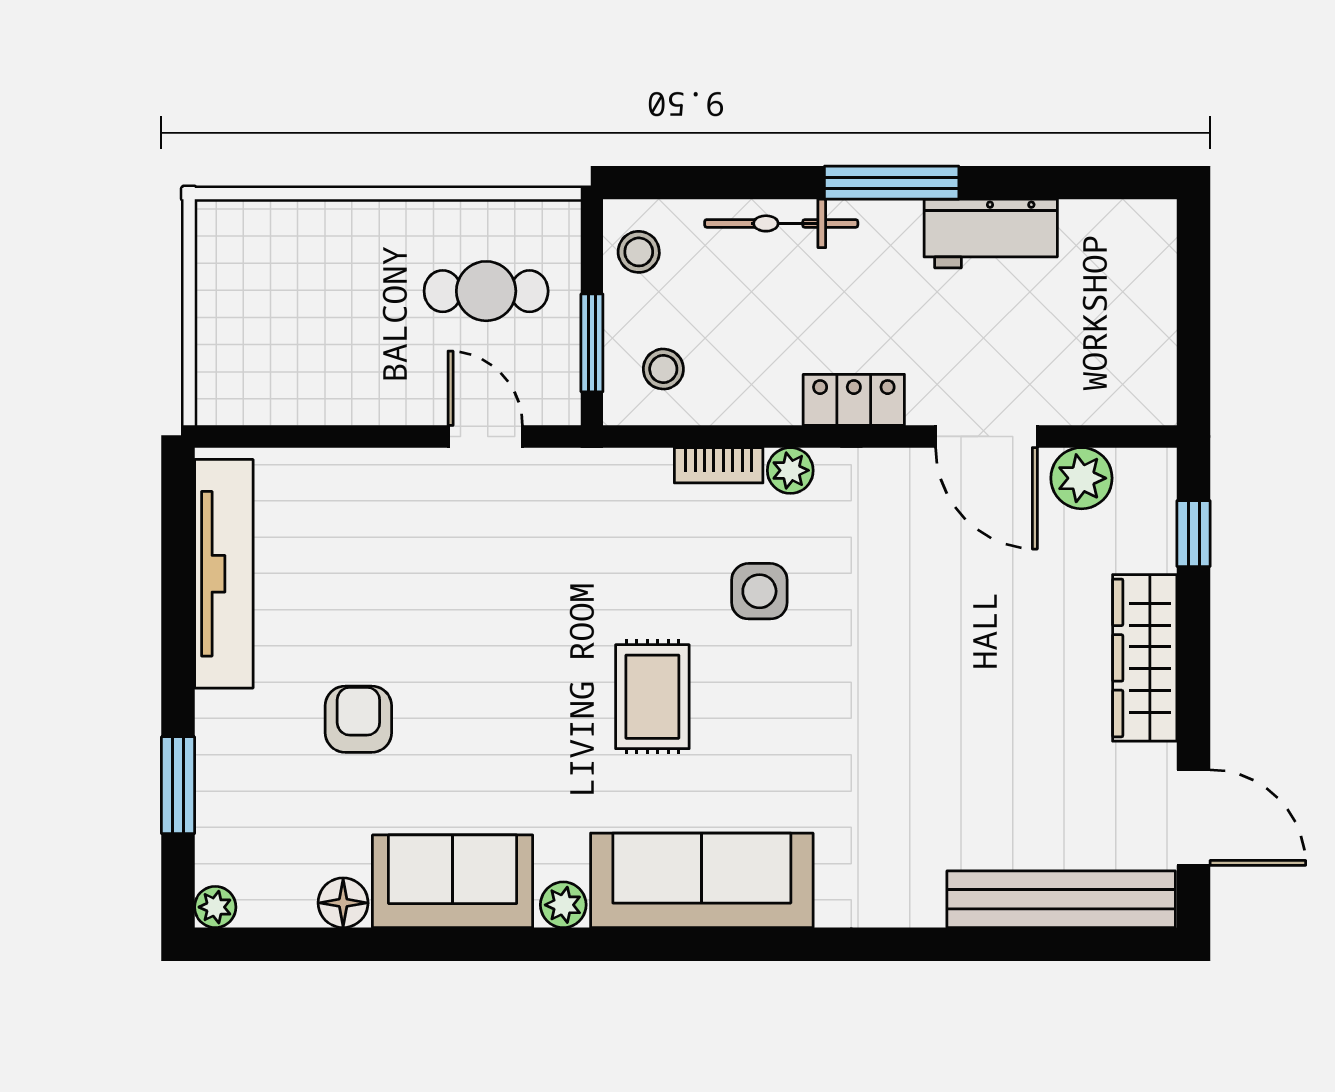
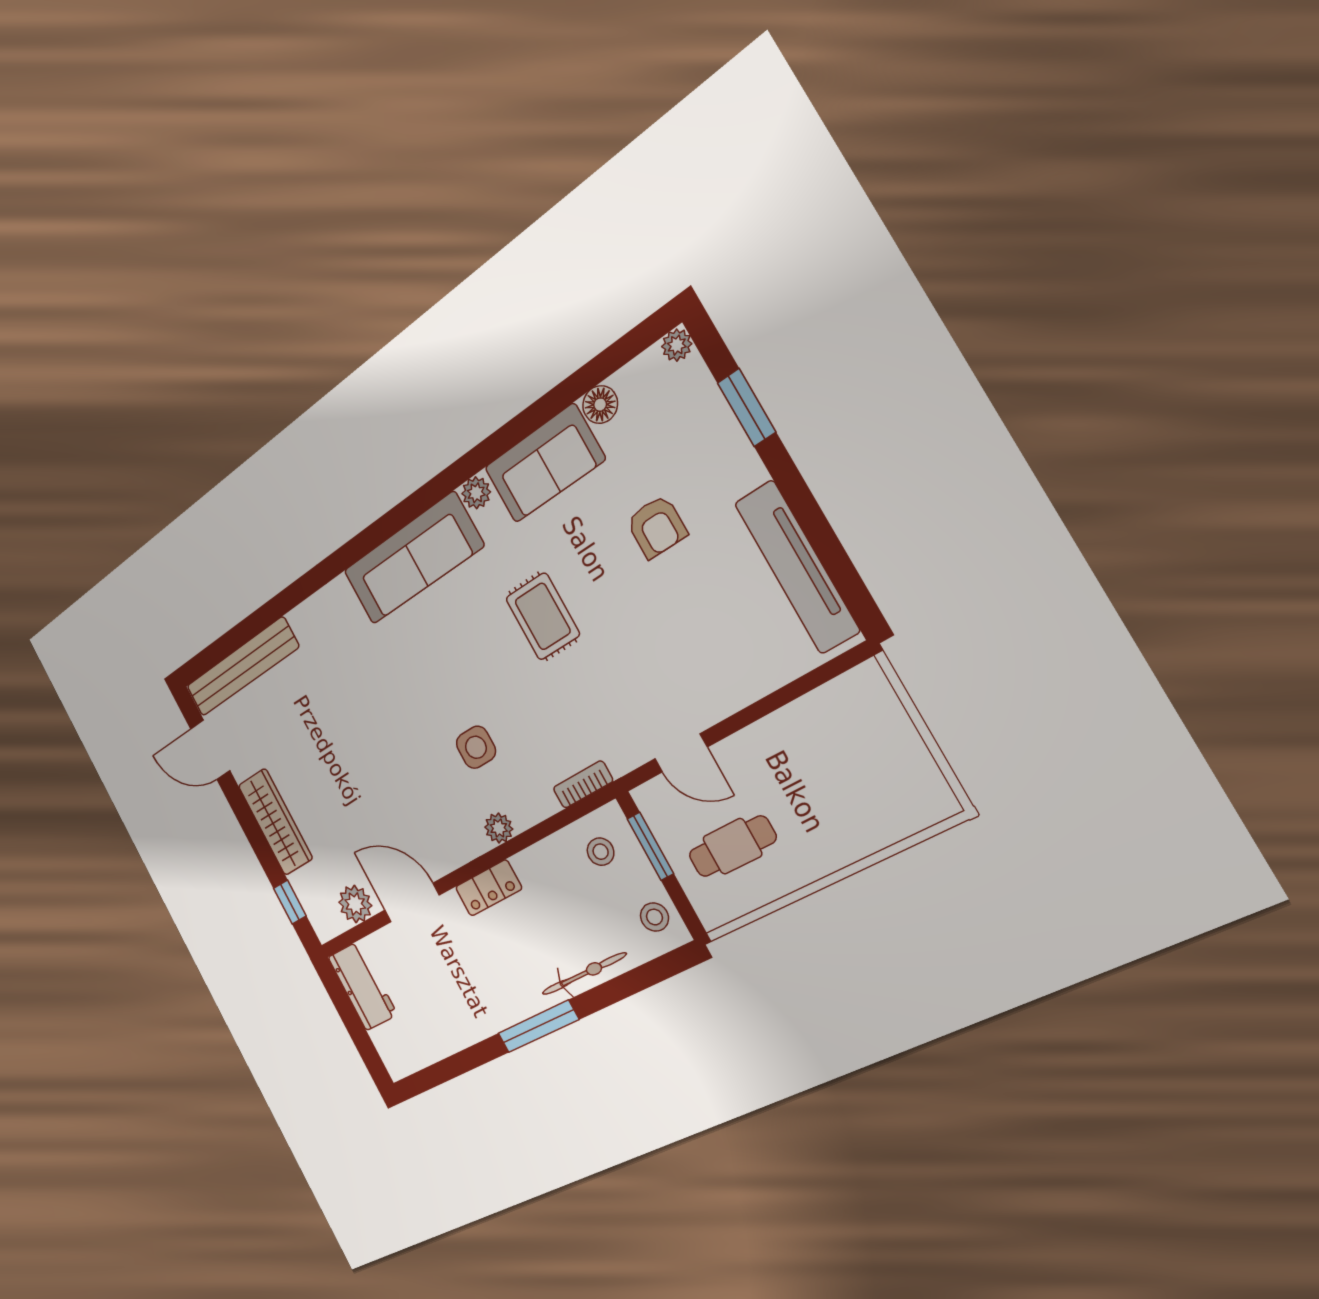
workbench: (991, 234) -> (363, 986), moved, turned 90
bookcase: (719, 465) -> (583, 784), moved
rug: (652, 697) -> (543, 616), moved

